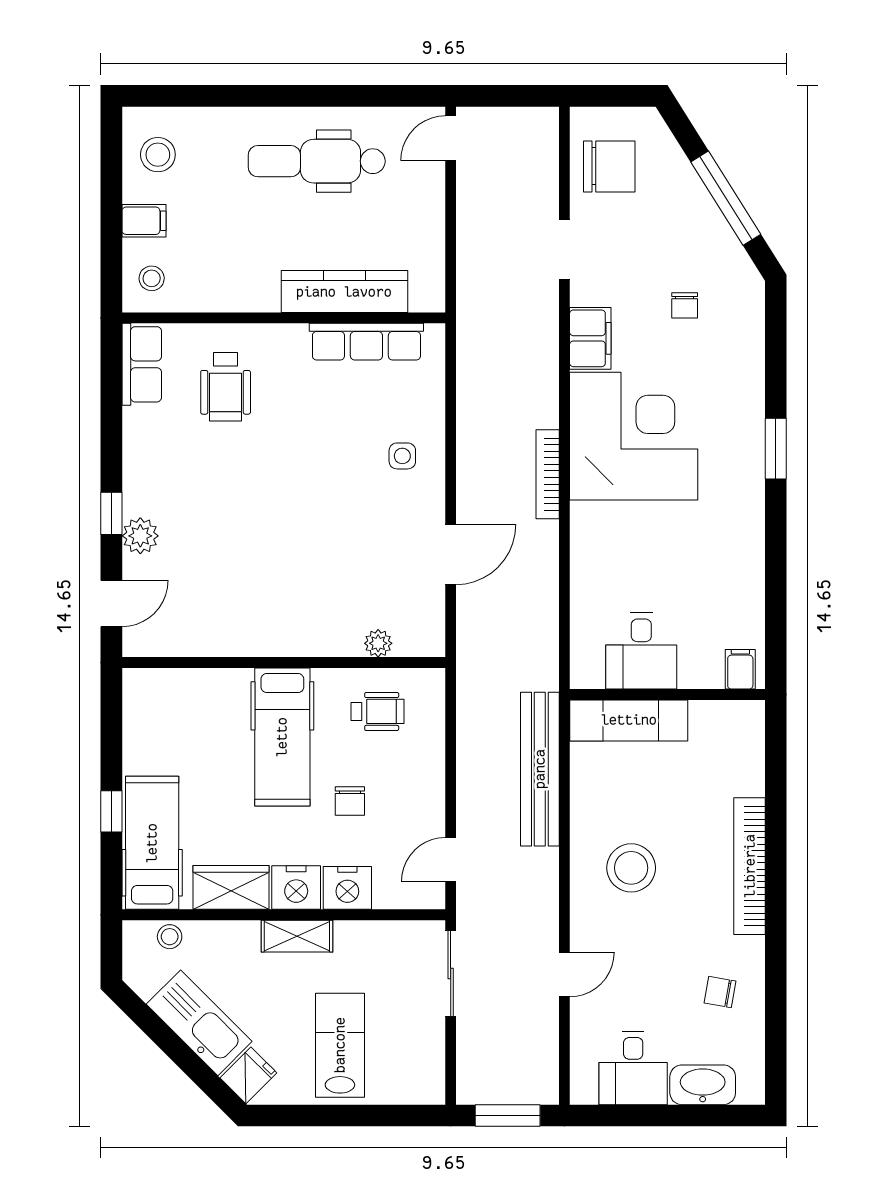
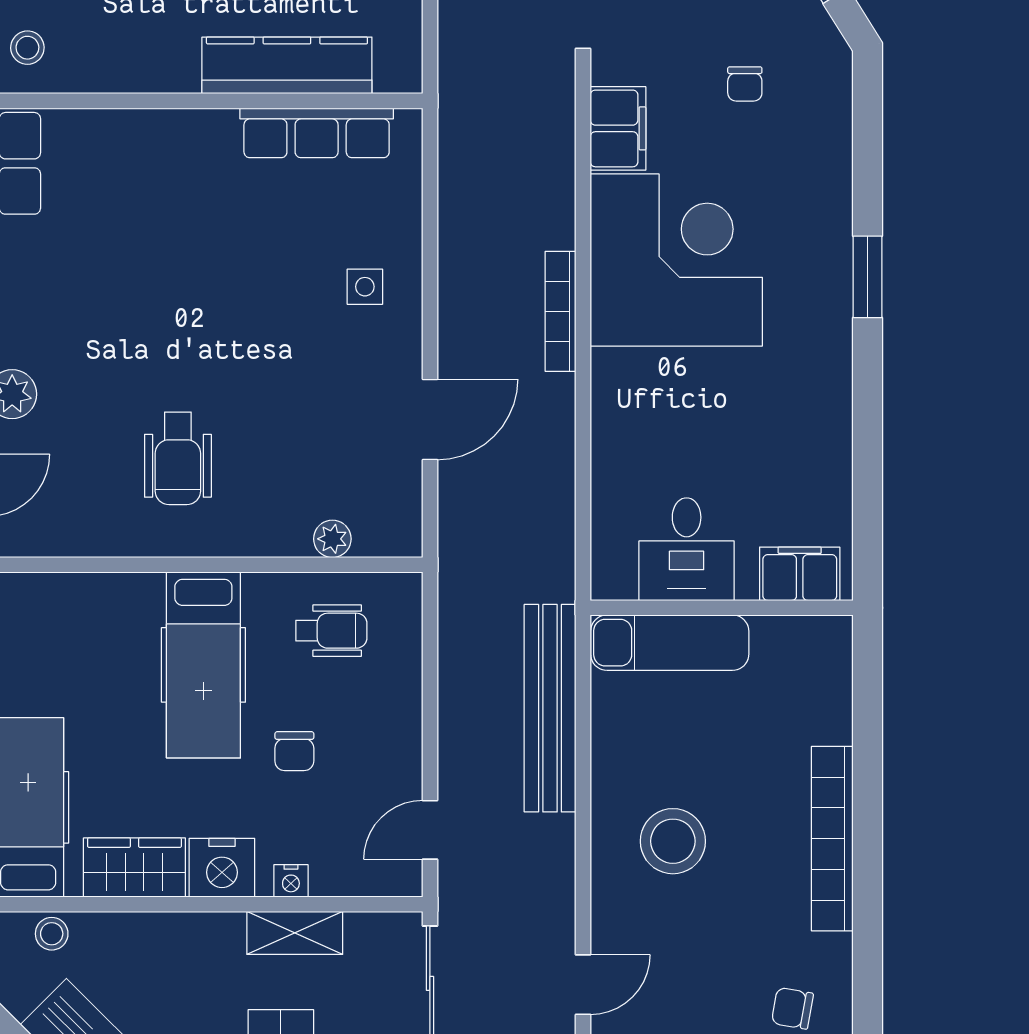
wheelchair: (226, 387) -> (178, 458), moved
filing cabinet: (740, 669) -> (800, 574), width x2.00
nightstand: (347, 888) -> (291, 881), width x0.53, depth x0.56
shelving: (297, 936) -> (295, 933), moved

